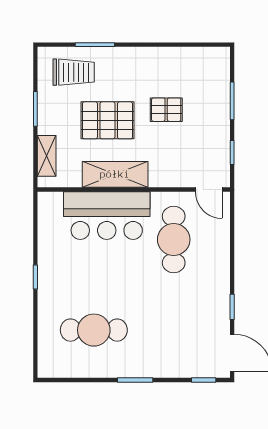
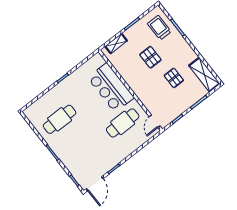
trolley: (74, 72) -> (159, 28), turned 180
pallet: (107, 120) -> (150, 57), width x0.67, depth x0.71
shelving: (115, 174) -> (204, 75), moved
cafe table: (94, 330) -> (60, 119), turned 90

